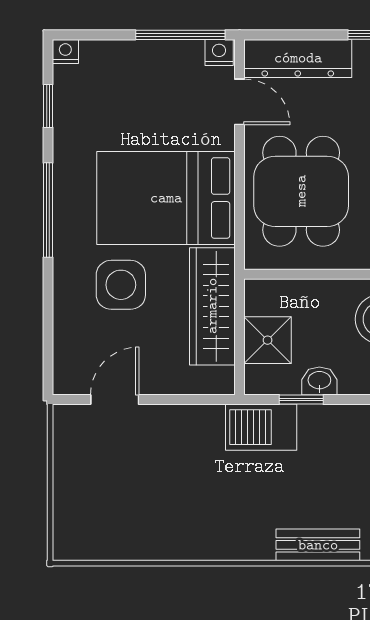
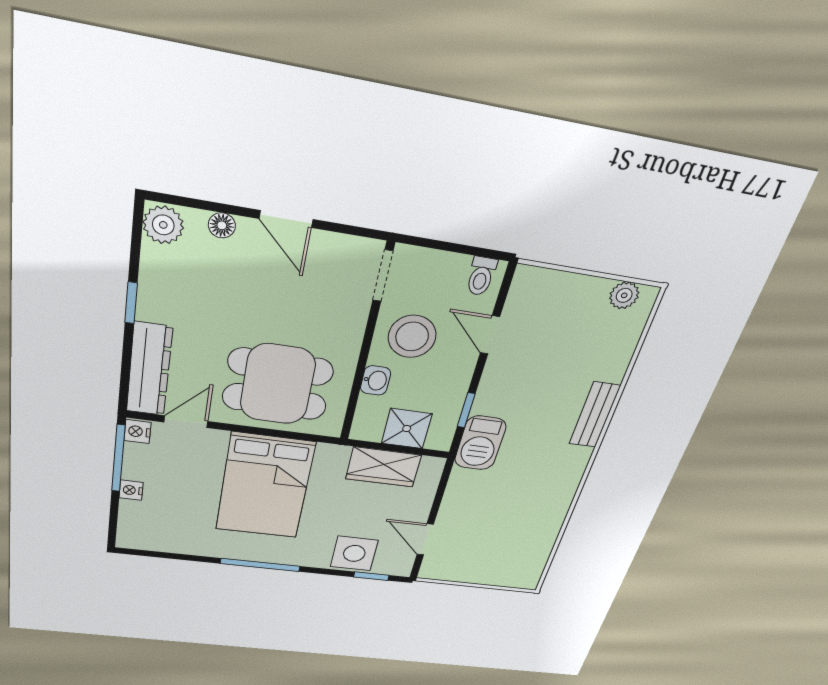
nightstand: (65, 51) -> (131, 490), moved
window: (48, 106) -> (371, 576), moved
side table: (121, 285) -> (354, 553), moved
wardrobe: (212, 306) -> (383, 467), width x0.67
washbasin: (319, 381) -> (376, 380), moved, turned 180

